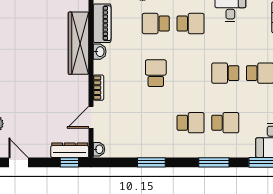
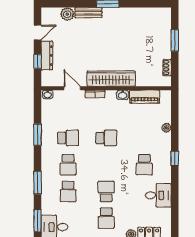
school desk: (156, 24) -> (68, 138), moved, turned 90
wardrobe: (79, 43) -> (111, 79), moved
dresser: (70, 150) -> (47, 56), moved
window: (69, 162) -> (38, 61), moved

